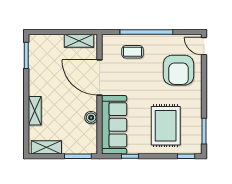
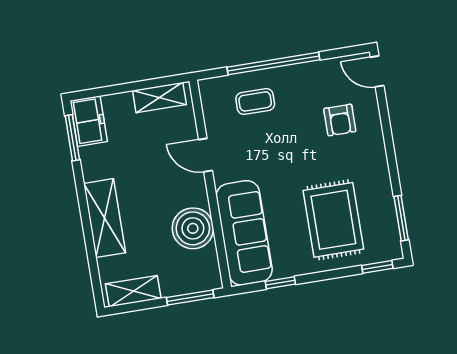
freezer: (37, 48) -> (89, 121), added
armchair: (179, 70) -> (340, 120), width x0.53, depth x0.53
door: (100, 77) -> (205, 155), width x0.53
shelving: (35, 111) -> (105, 218), width x1.50, depth x1.33
boiler: (91, 118) -> (193, 228), width x1.86, depth x1.86

